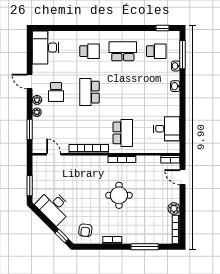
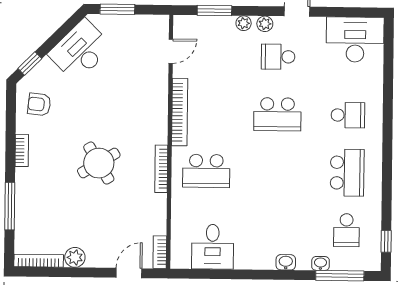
school desk: (89, 51) -> (348, 115), turned -90
school desk: (89, 92) -> (277, 114), turned 180
round table: (119, 195) -> (99, 163), turned -31

